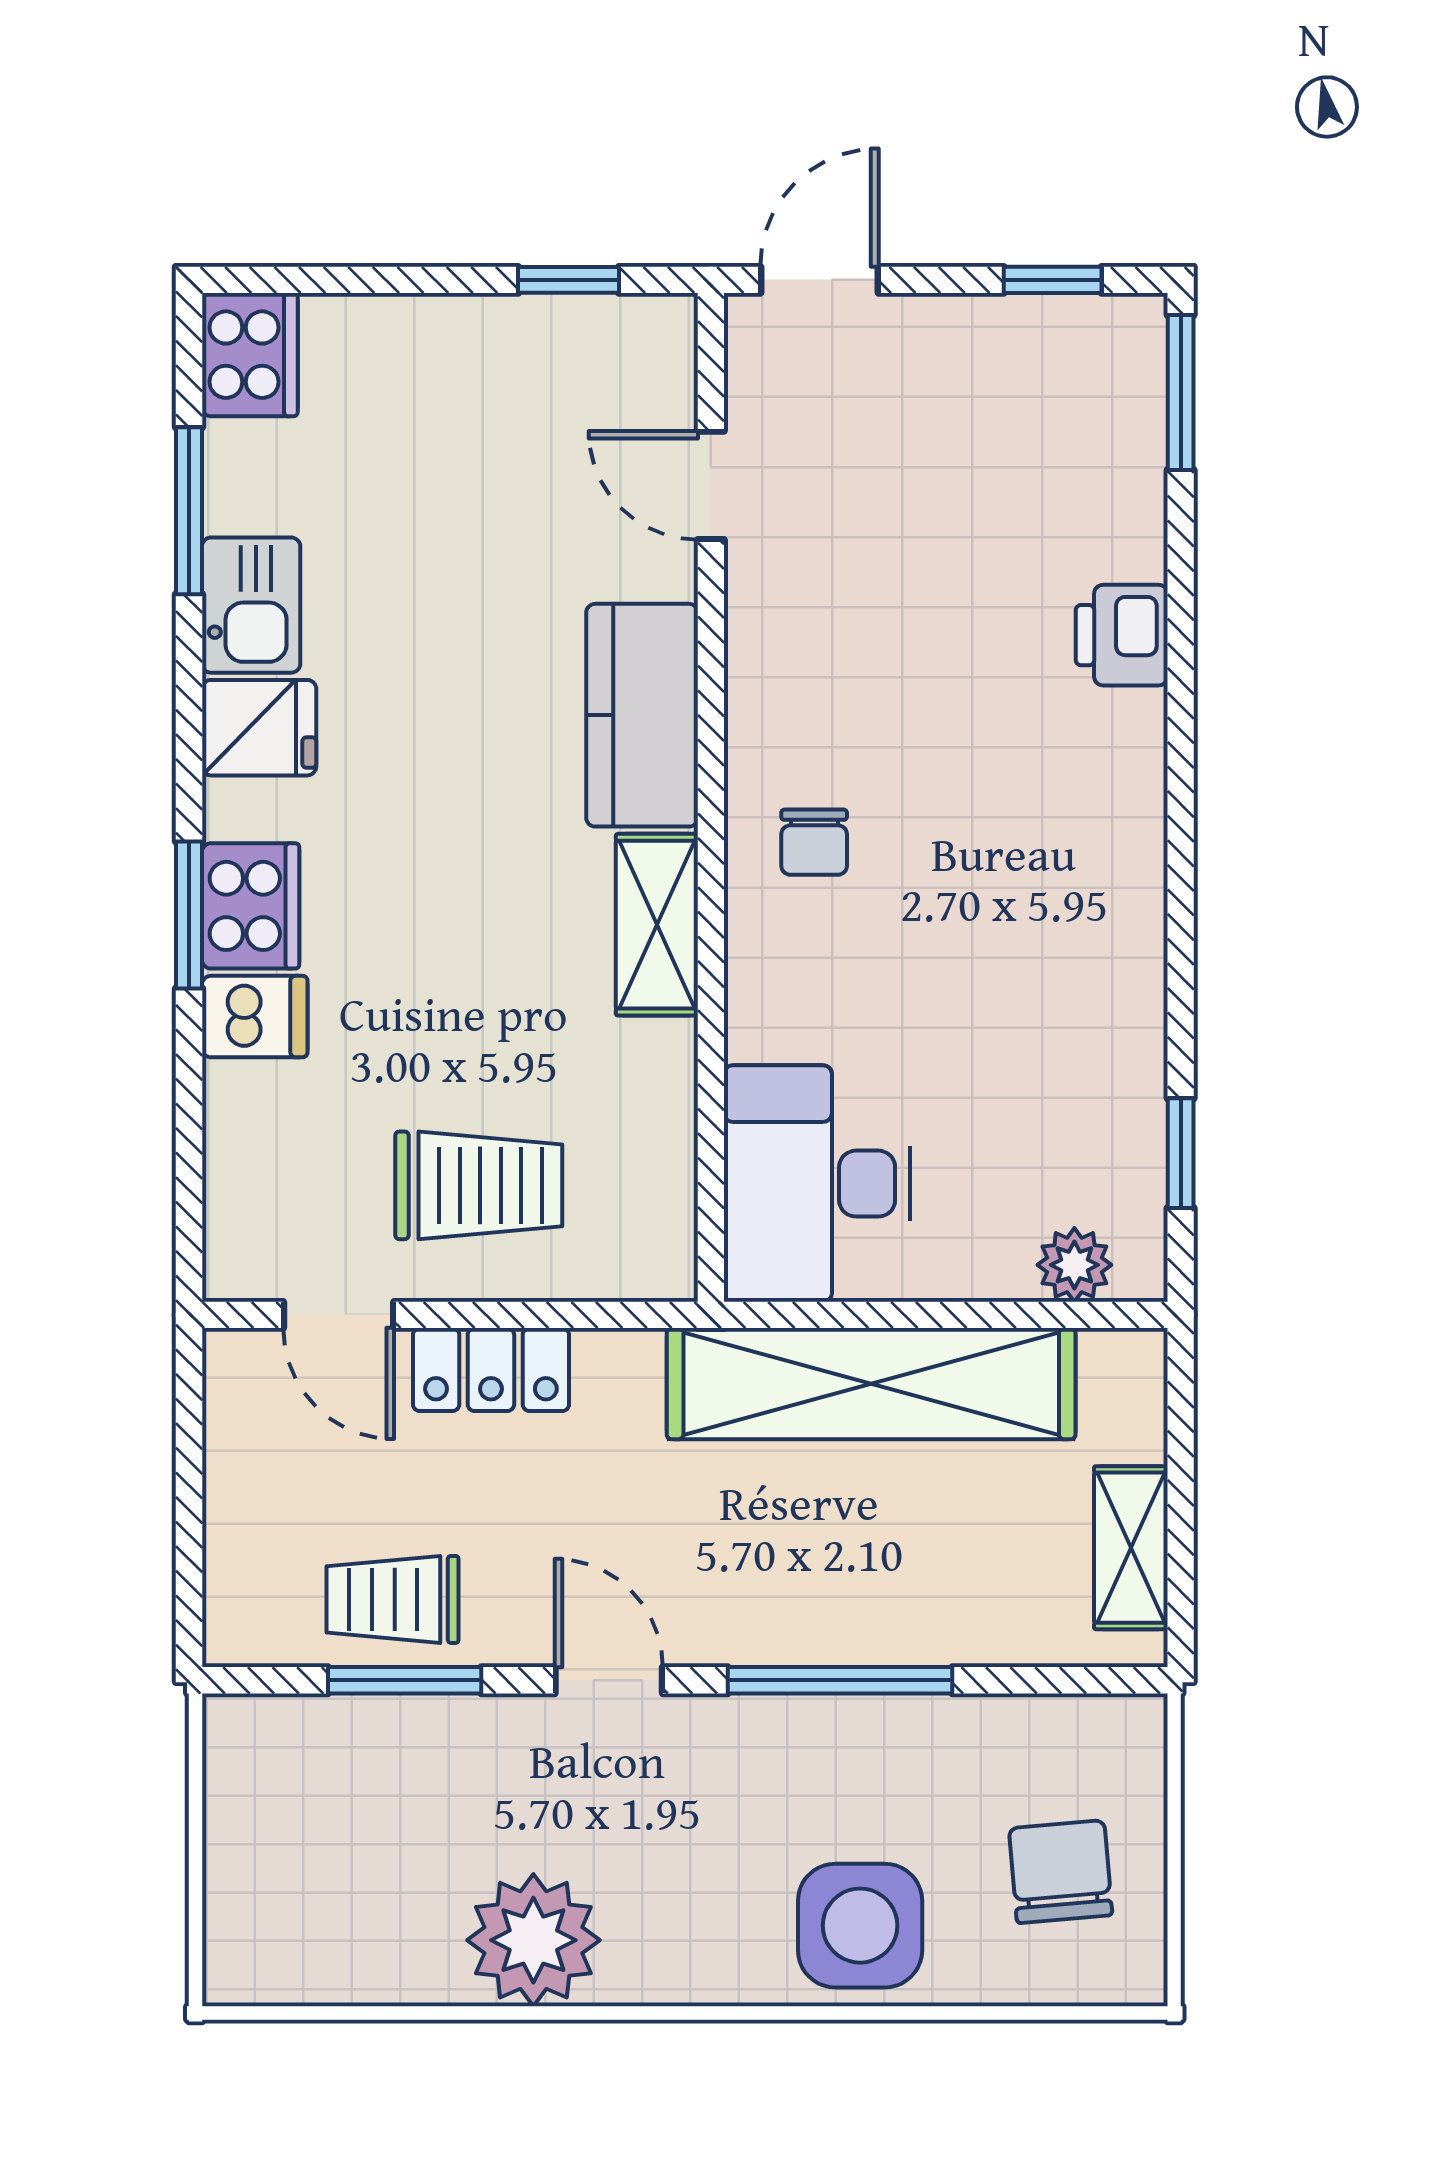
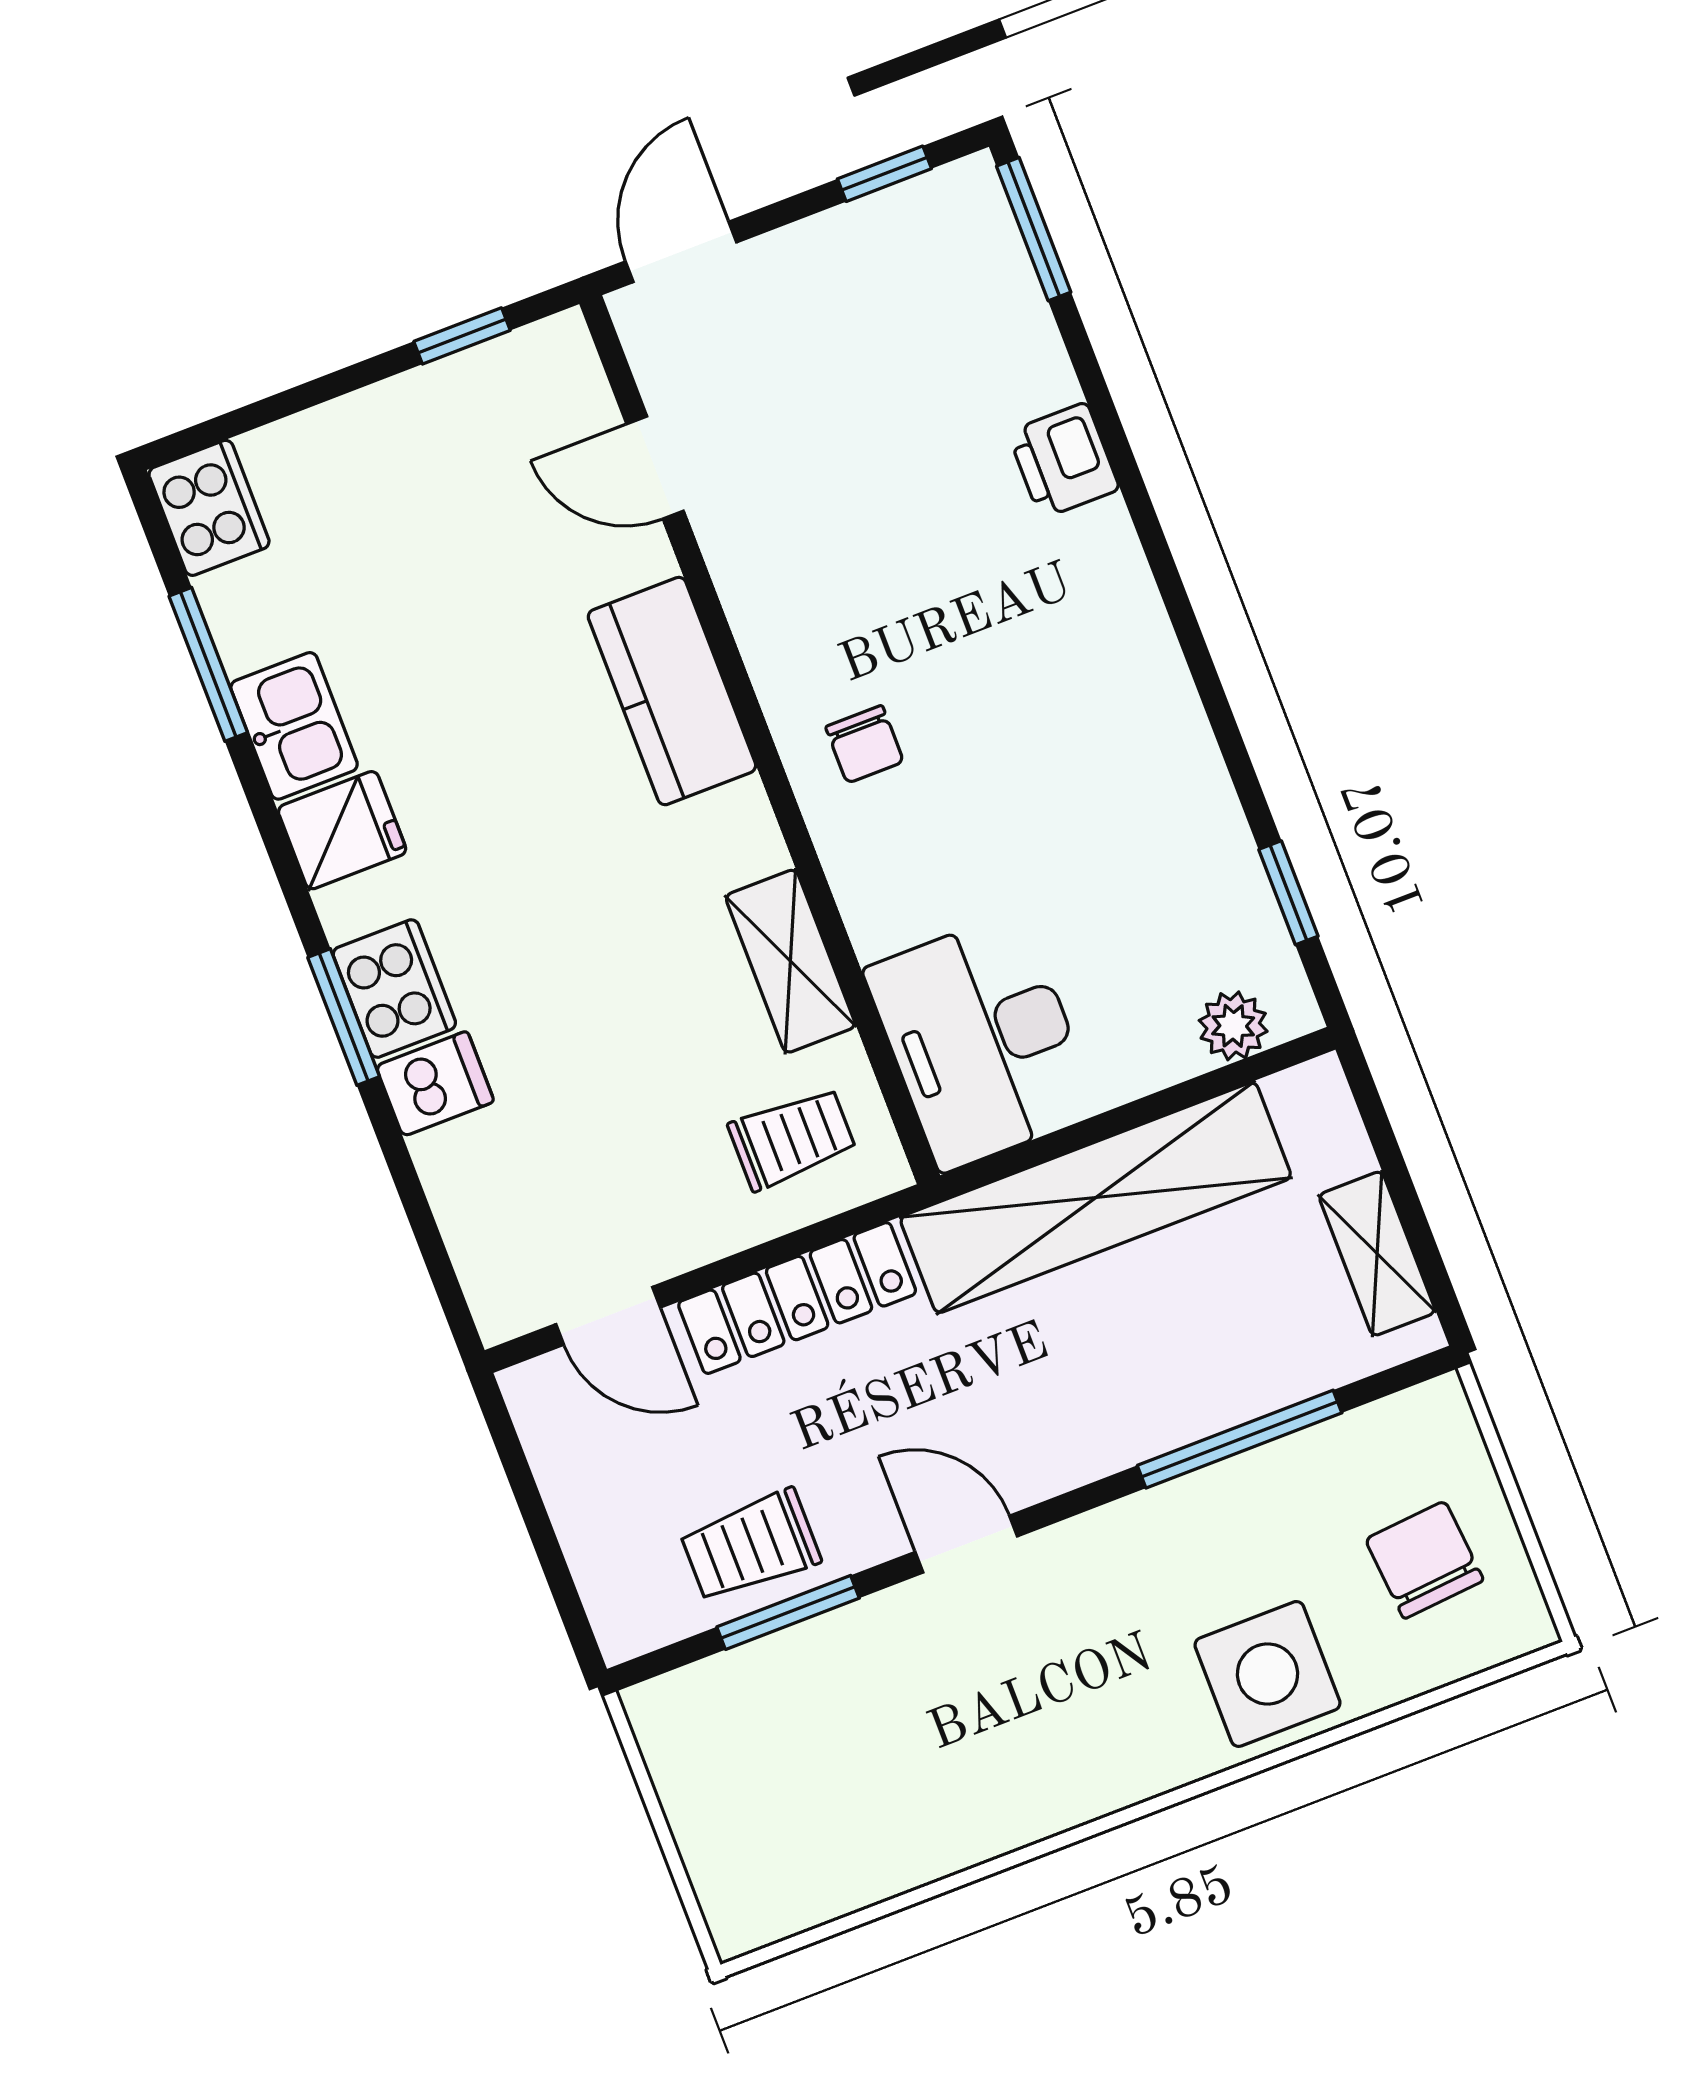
shelving: (657, 925) -> (790, 961), moved
trolley: (479, 1185) -> (792, 1138), moved, width x0.73, depth x0.72
locker: (491, 1370) -> (797, 1298), width x1.53
window: (840, 1680) -> (1240, 1439), moved
plant: (533, 1940) -> (987, 1796), removed

